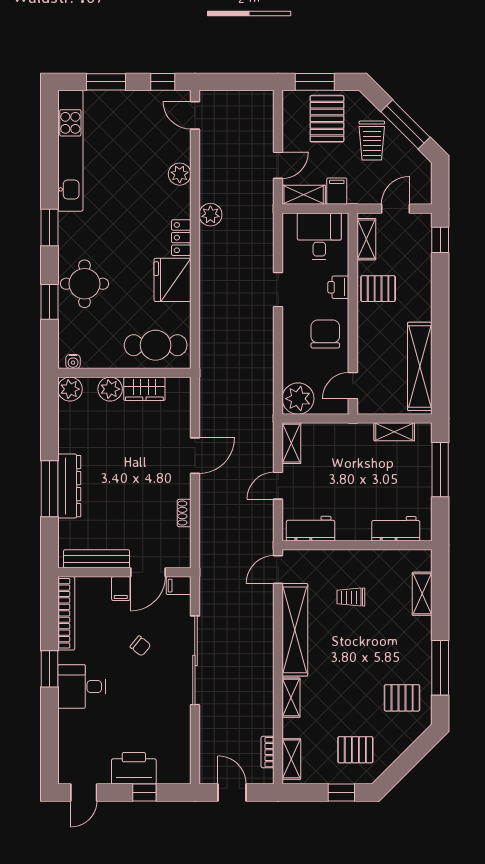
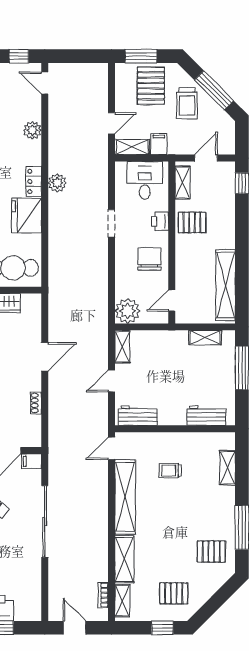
plant: (210, 215) -> (57, 183), moved
shelving: (291, 698) -> (124, 559), width x1.50, depth x1.33

